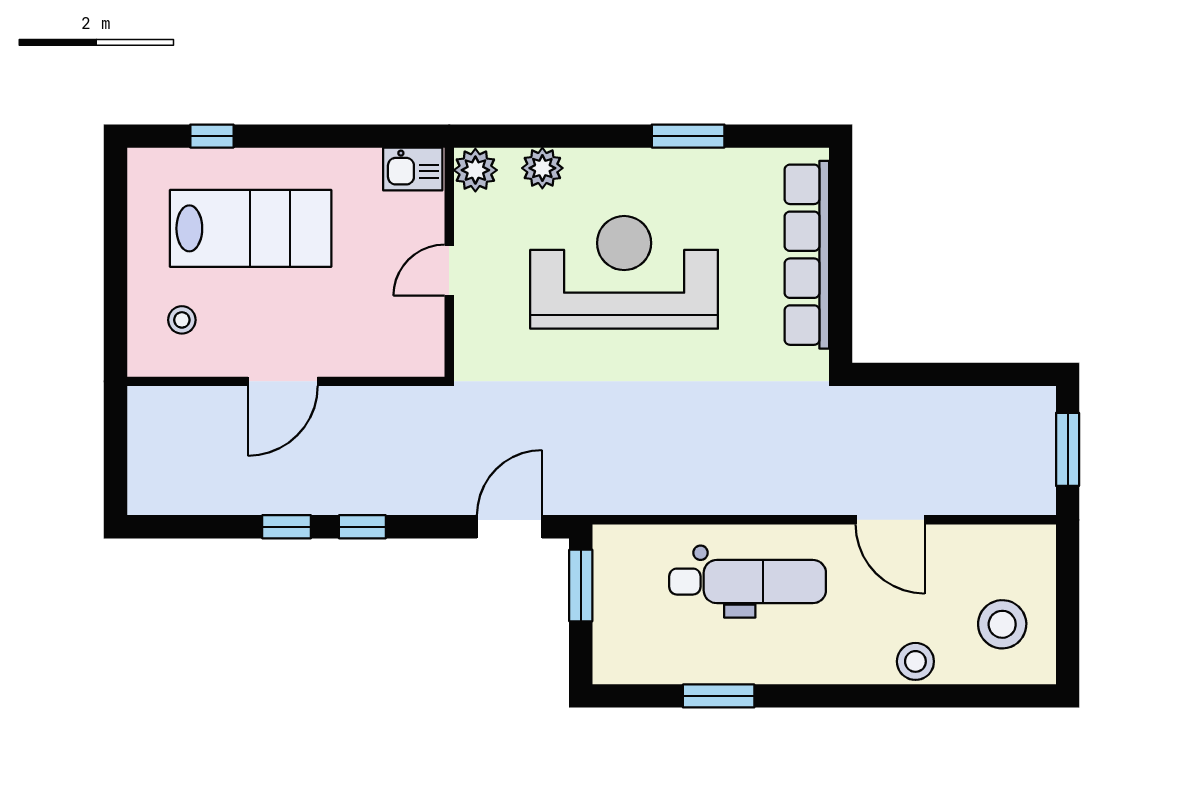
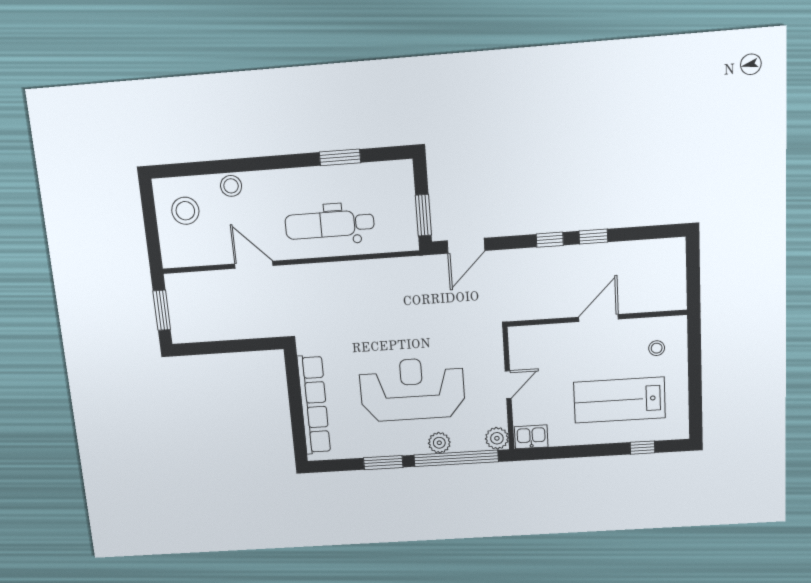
window: (553, 136) -> (456, 458), added
plant: (542, 168) -> (439, 443), moved
reception desk: (624, 272) -> (412, 389), turned 180

